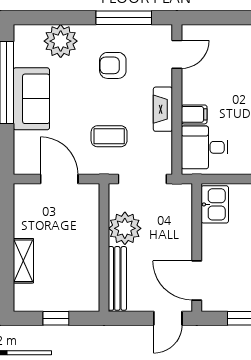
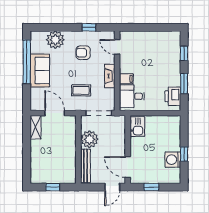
window: (124, 18) -> (89, 27), width x0.46
door: (177, 54) -> (117, 47), swing flipped
shelving: (23, 261) -> (36, 127), moved

